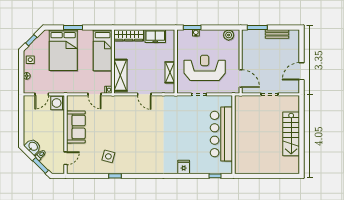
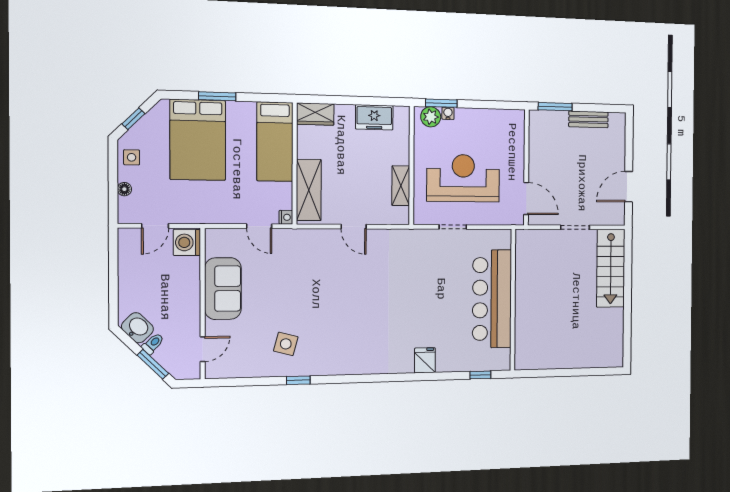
wardrobe: (129, 35) -> (315, 114), width x0.67
plant: (229, 35) -> (431, 117), moved
stairs: (291, 134) -> (611, 268), moved

